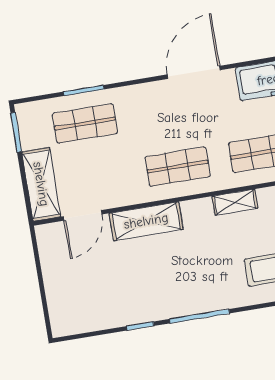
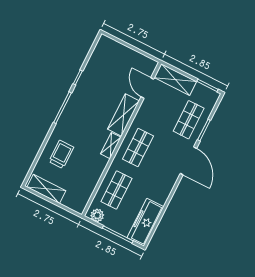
door: (194, 72) -> (188, 161), moved
shelving: (235, 202) -> (111, 146), moved

